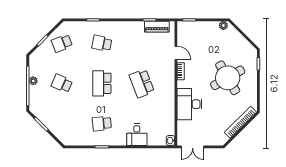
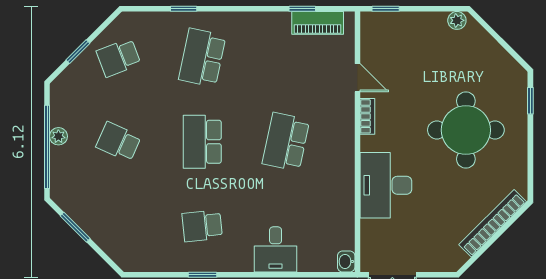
school desk: (102, 43) -> (202, 58), width x1.85
round table: (228, 78) -> (466, 130), turned 30
school desk: (142, 83) -> (286, 142), turned 33

